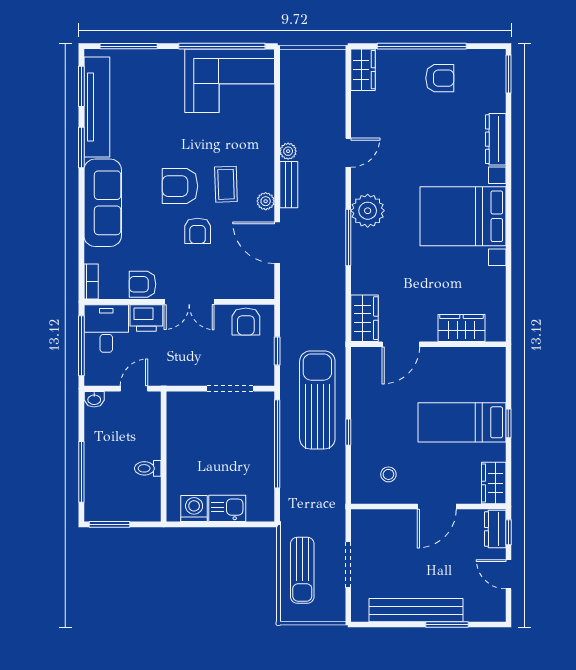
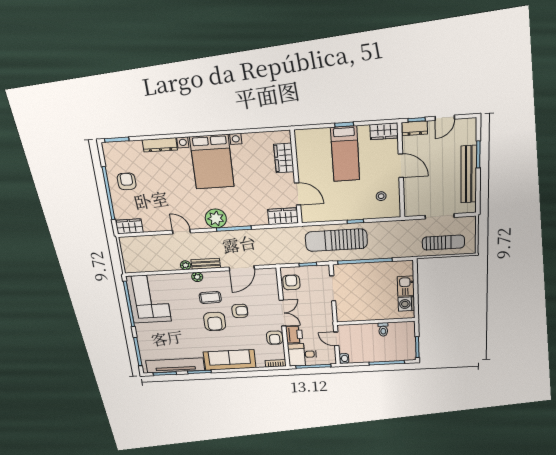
plant: (266, 201) -> (197, 277), moved
armchair: (246, 322) -> (291, 282), turned -90

